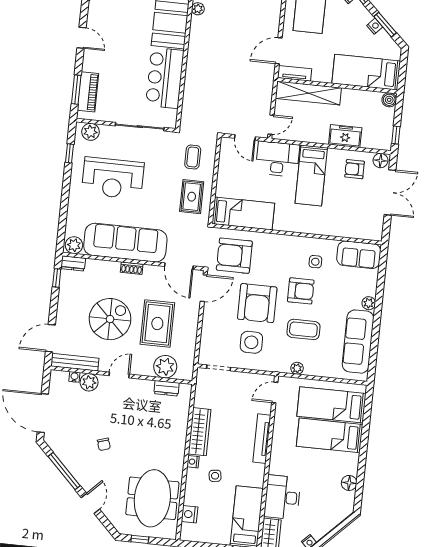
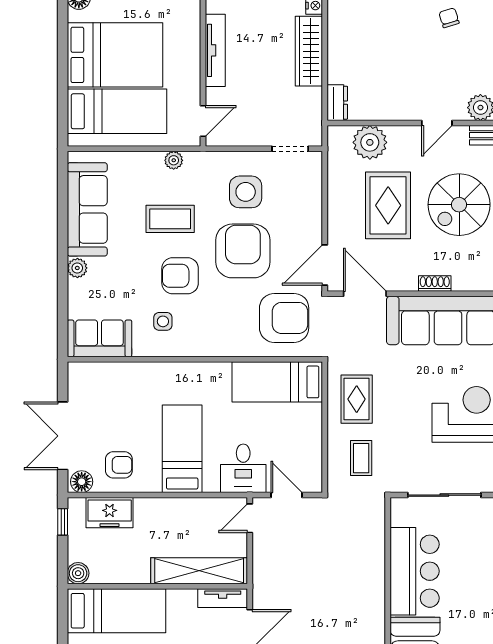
freezer: (345, 136) -> (110, 513), moved
desk: (278, 159) -> (243, 468), width x0.73
dresser: (167, 388) -> (337, 103), moved, turned 90
bed: (330, 435) -> (115, 55), width x1.50

